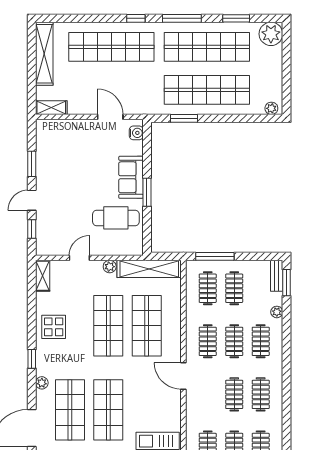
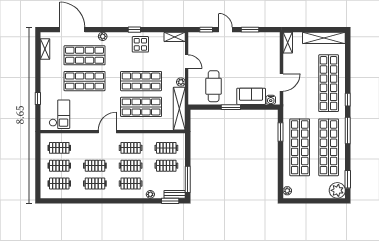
window: (236, 18) -> (348, 179), moved
sofa: (131, 177) -> (251, 96), moved
window: (215, 256) -> (188, 179), moved
window: (32, 359) -> (134, 30), moved

